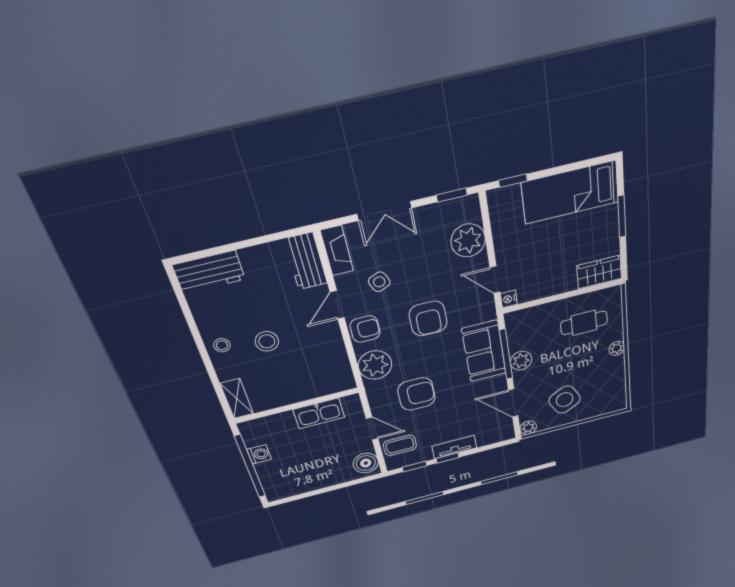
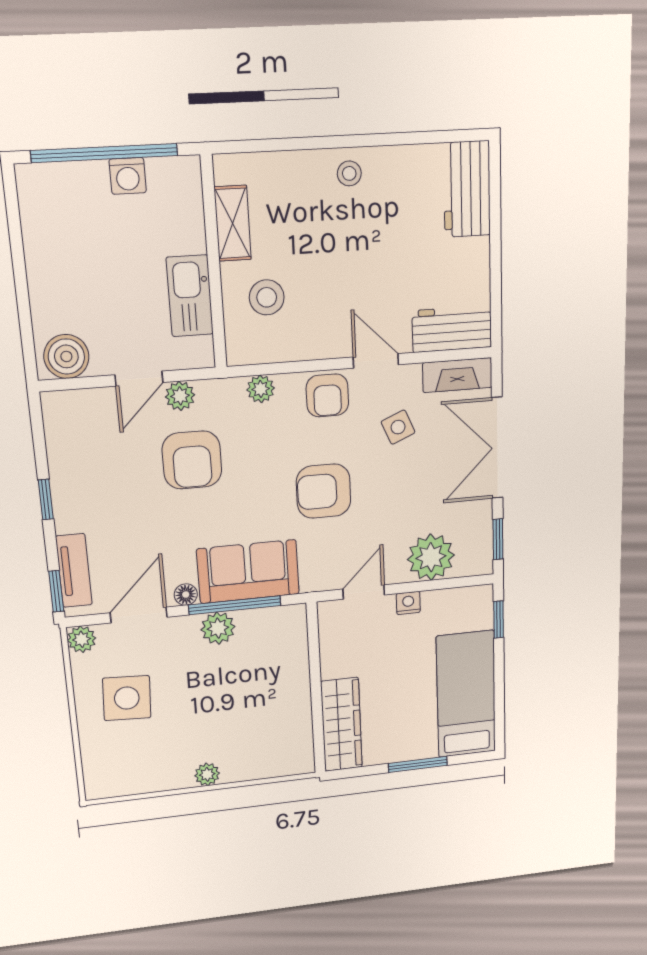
double door: (384, 211) -> (497, 448), width x1.37
wardrobe: (599, 272) -> (342, 725), width x1.50
nightstand: (509, 299) -> (408, 603), moved
cafe table: (584, 323) -> (264, 722), removed
stool: (267, 341) -> (267, 297), moved
plant: (375, 365) -> (261, 389), width x0.53, depth x0.53
floor lamp: (500, 382) -> (186, 595), added
shelving: (237, 399) -> (233, 223), moved, turned 90
side table: (565, 400) -> (127, 698), turned 31
plant: (379, 407) -> (180, 396), added
coffee table: (400, 445) -> (92, 421), removed
tv unit: (454, 447) -> (74, 571), moved
window: (414, 467) -> (56, 591), moved

